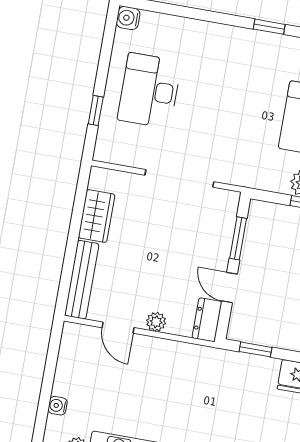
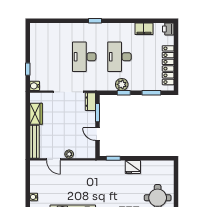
water cooler: (128, 18) -> (35, 86), moved
desk: (149, 91) -> (84, 57), moved
dresser: (207, 320) -> (90, 102), moved

